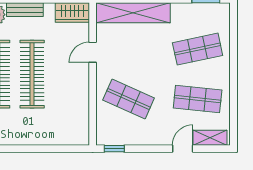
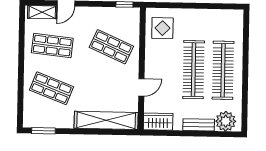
shop shelf: (198, 49) -> (51, 88), turned 33
display table: (69, 122) -> (162, 28), added

